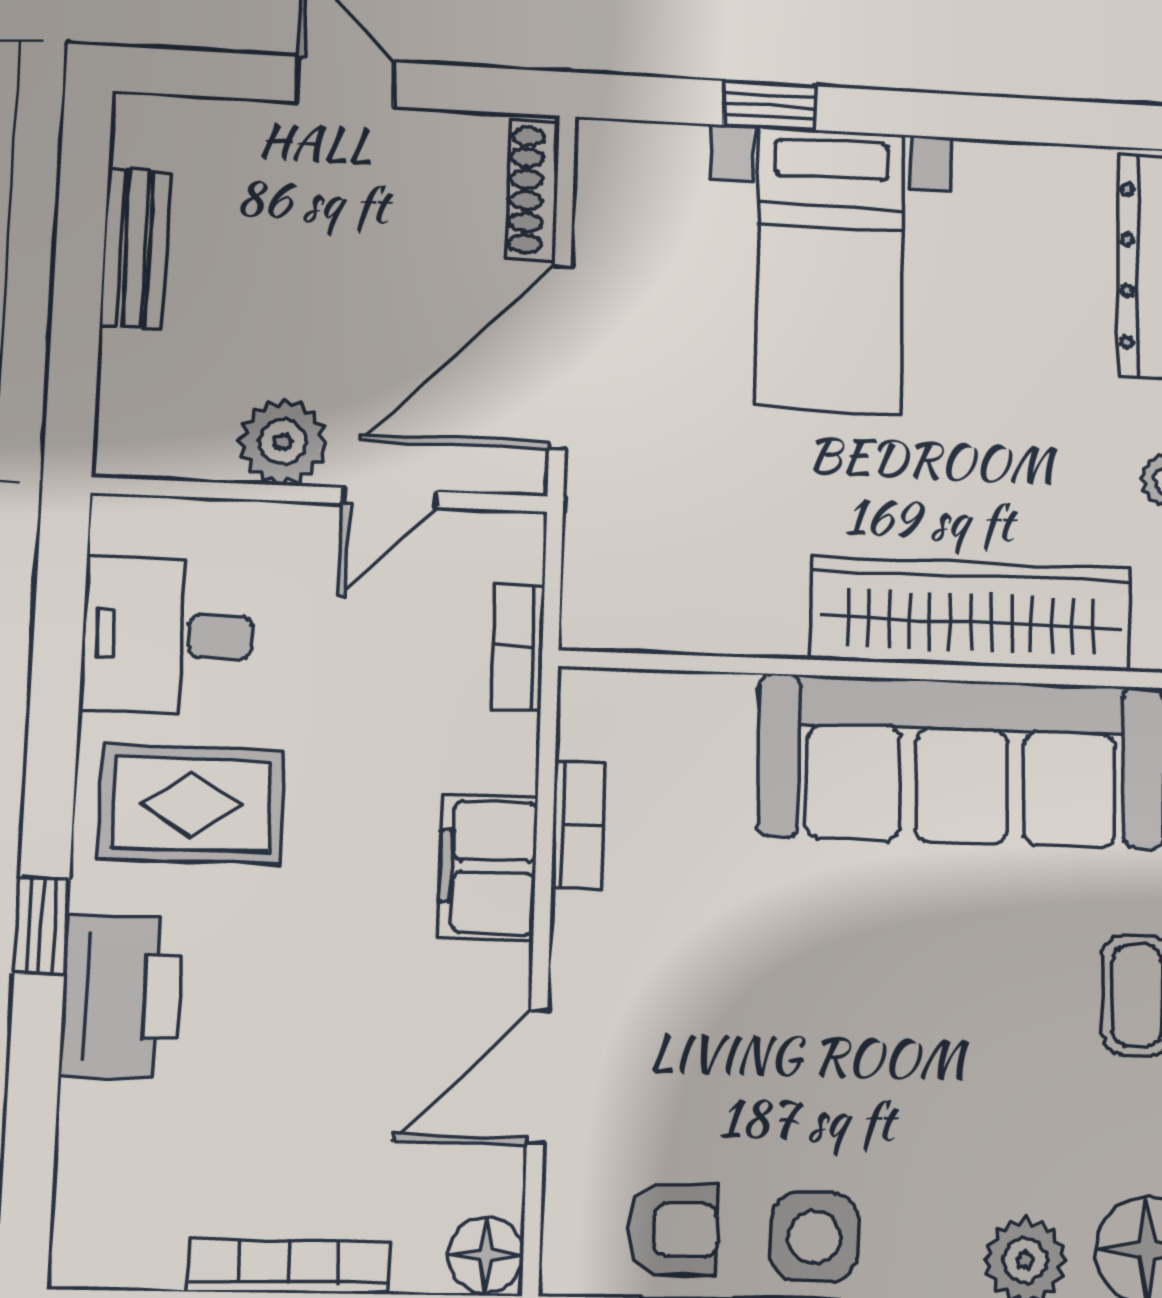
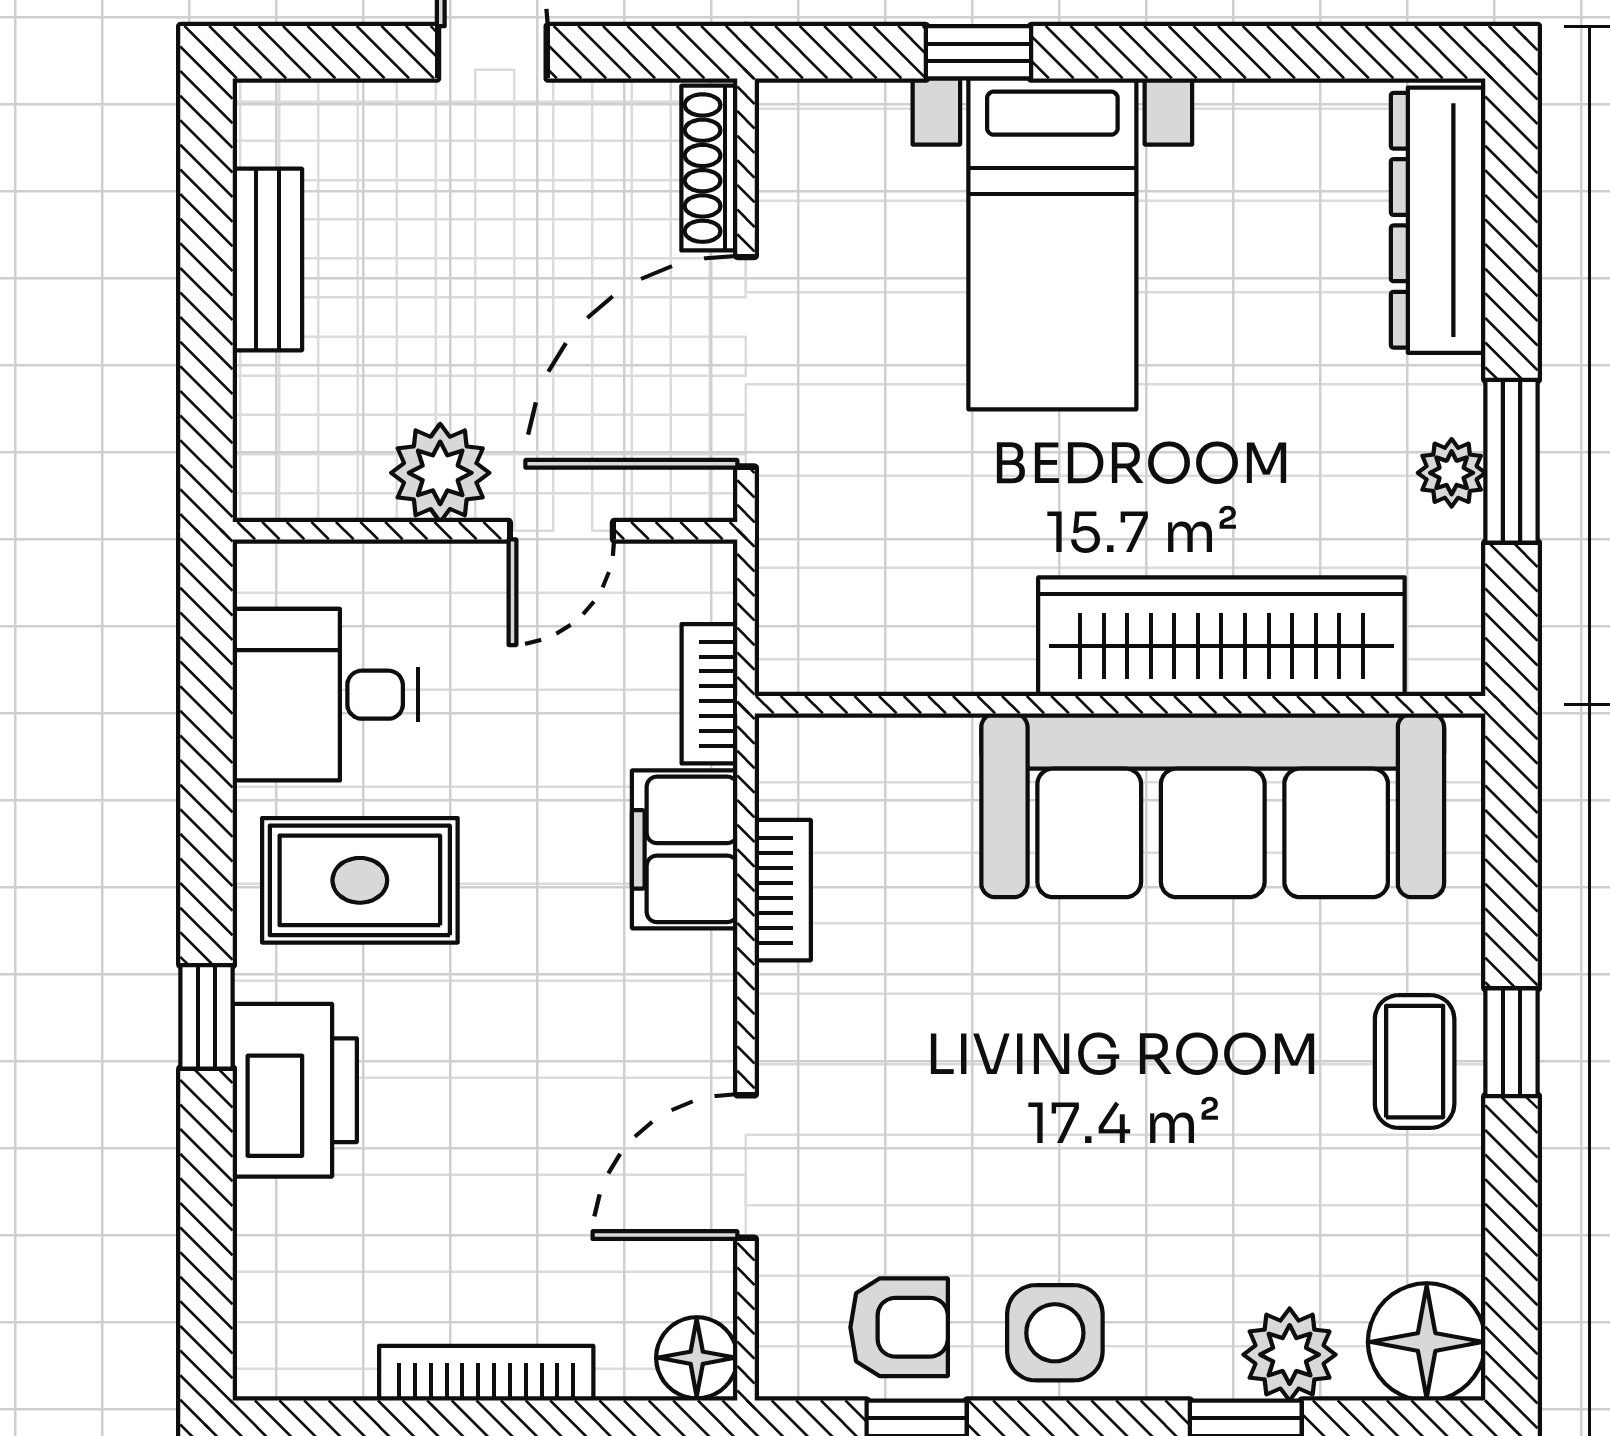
filing cabinet: (488, 867) -> (685, 849), moved

